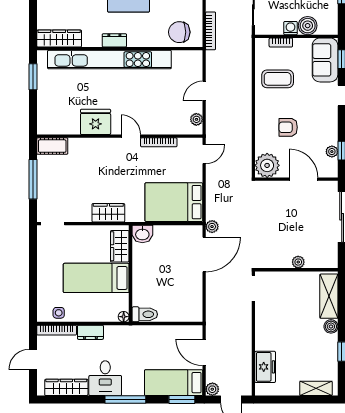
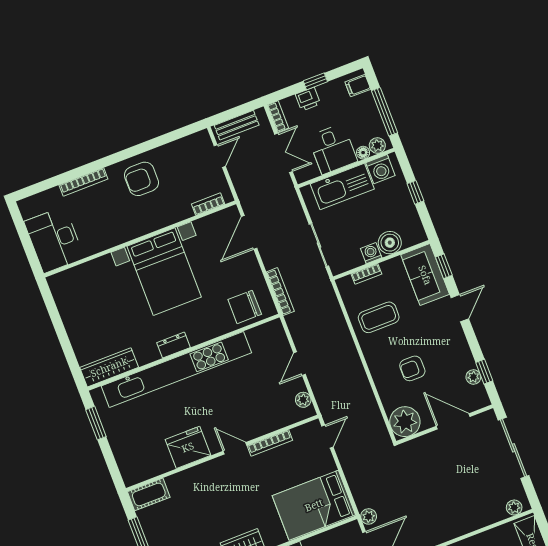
plant: (298, 262) -> (514, 507), moved

